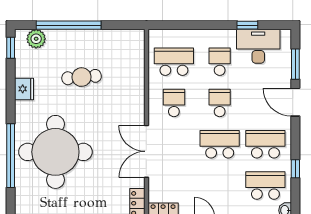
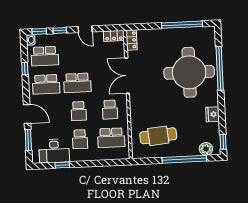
cafe table: (82, 77) -> (158, 136), moved, width x1.37, depth x1.35
double door: (146, 151) -> (127, 76), swing flipped

